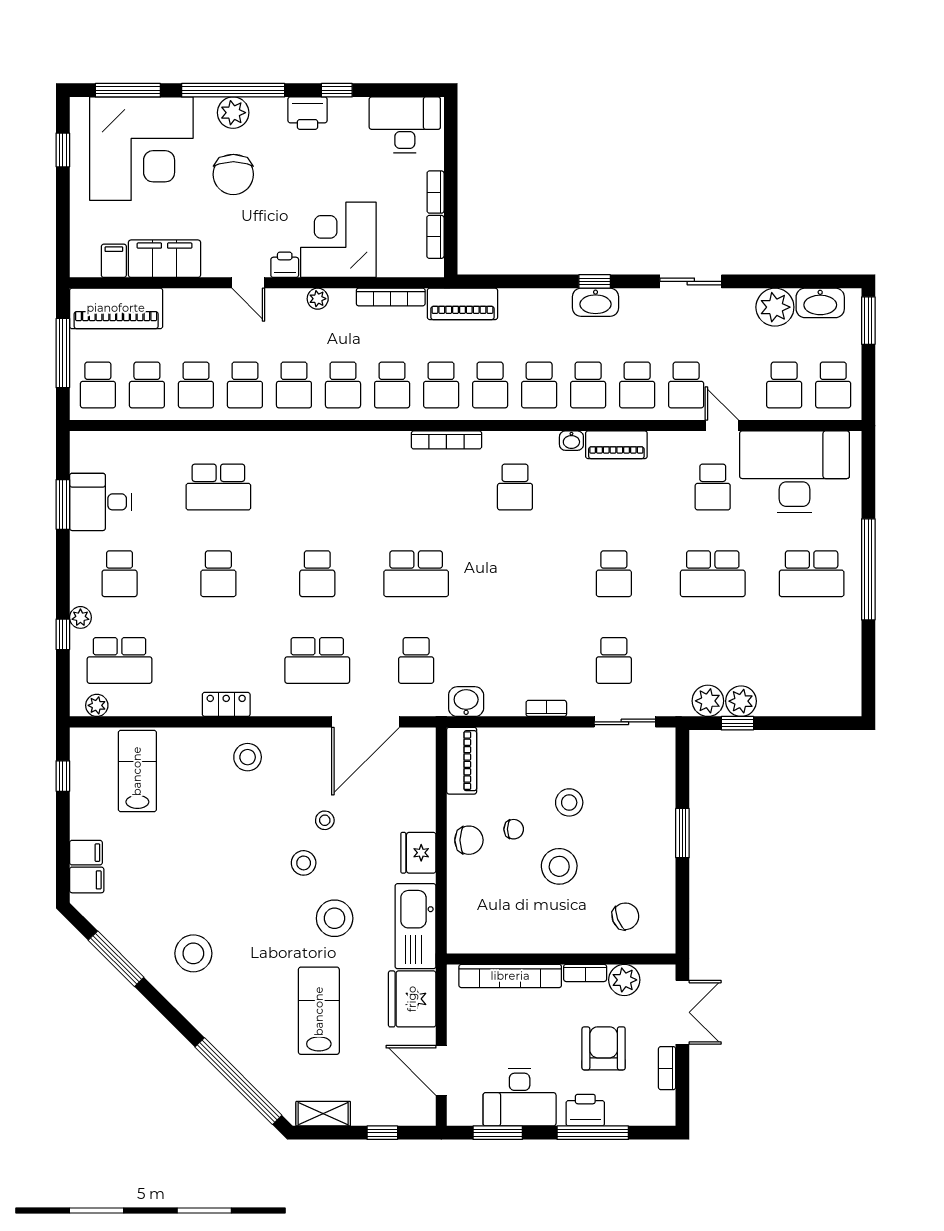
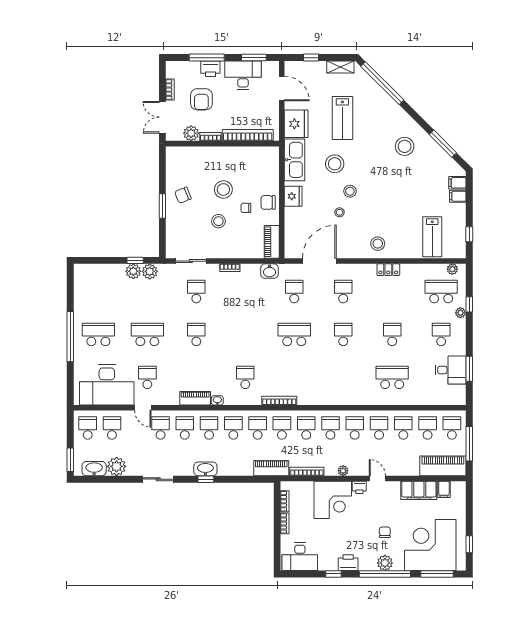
chair: (233, 174) -> (385, 532), width x0.54, depth x0.54
school desk: (317, 660) -> (343, 291), width x0.54
chair: (625, 916) -> (183, 195), moved

